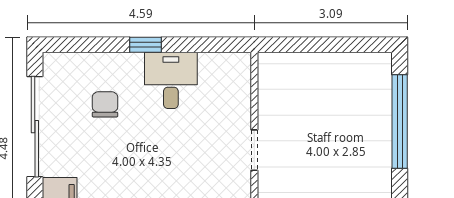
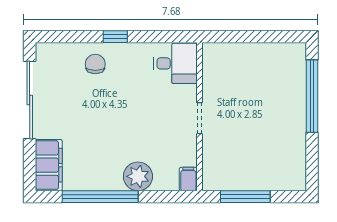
desk: (171, 80) -> (175, 63), moved, turned 90
chair: (105, 104) -> (95, 64), moved

